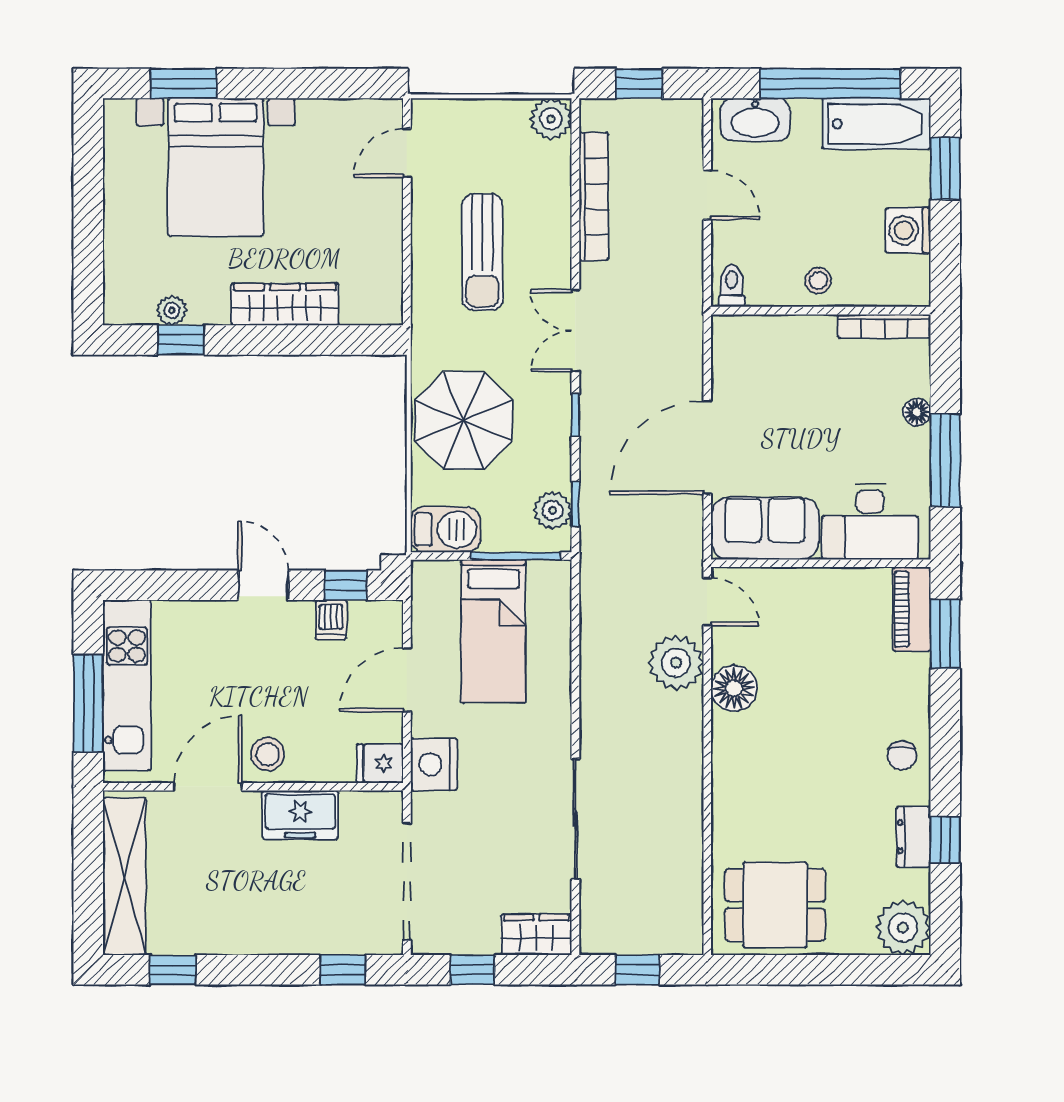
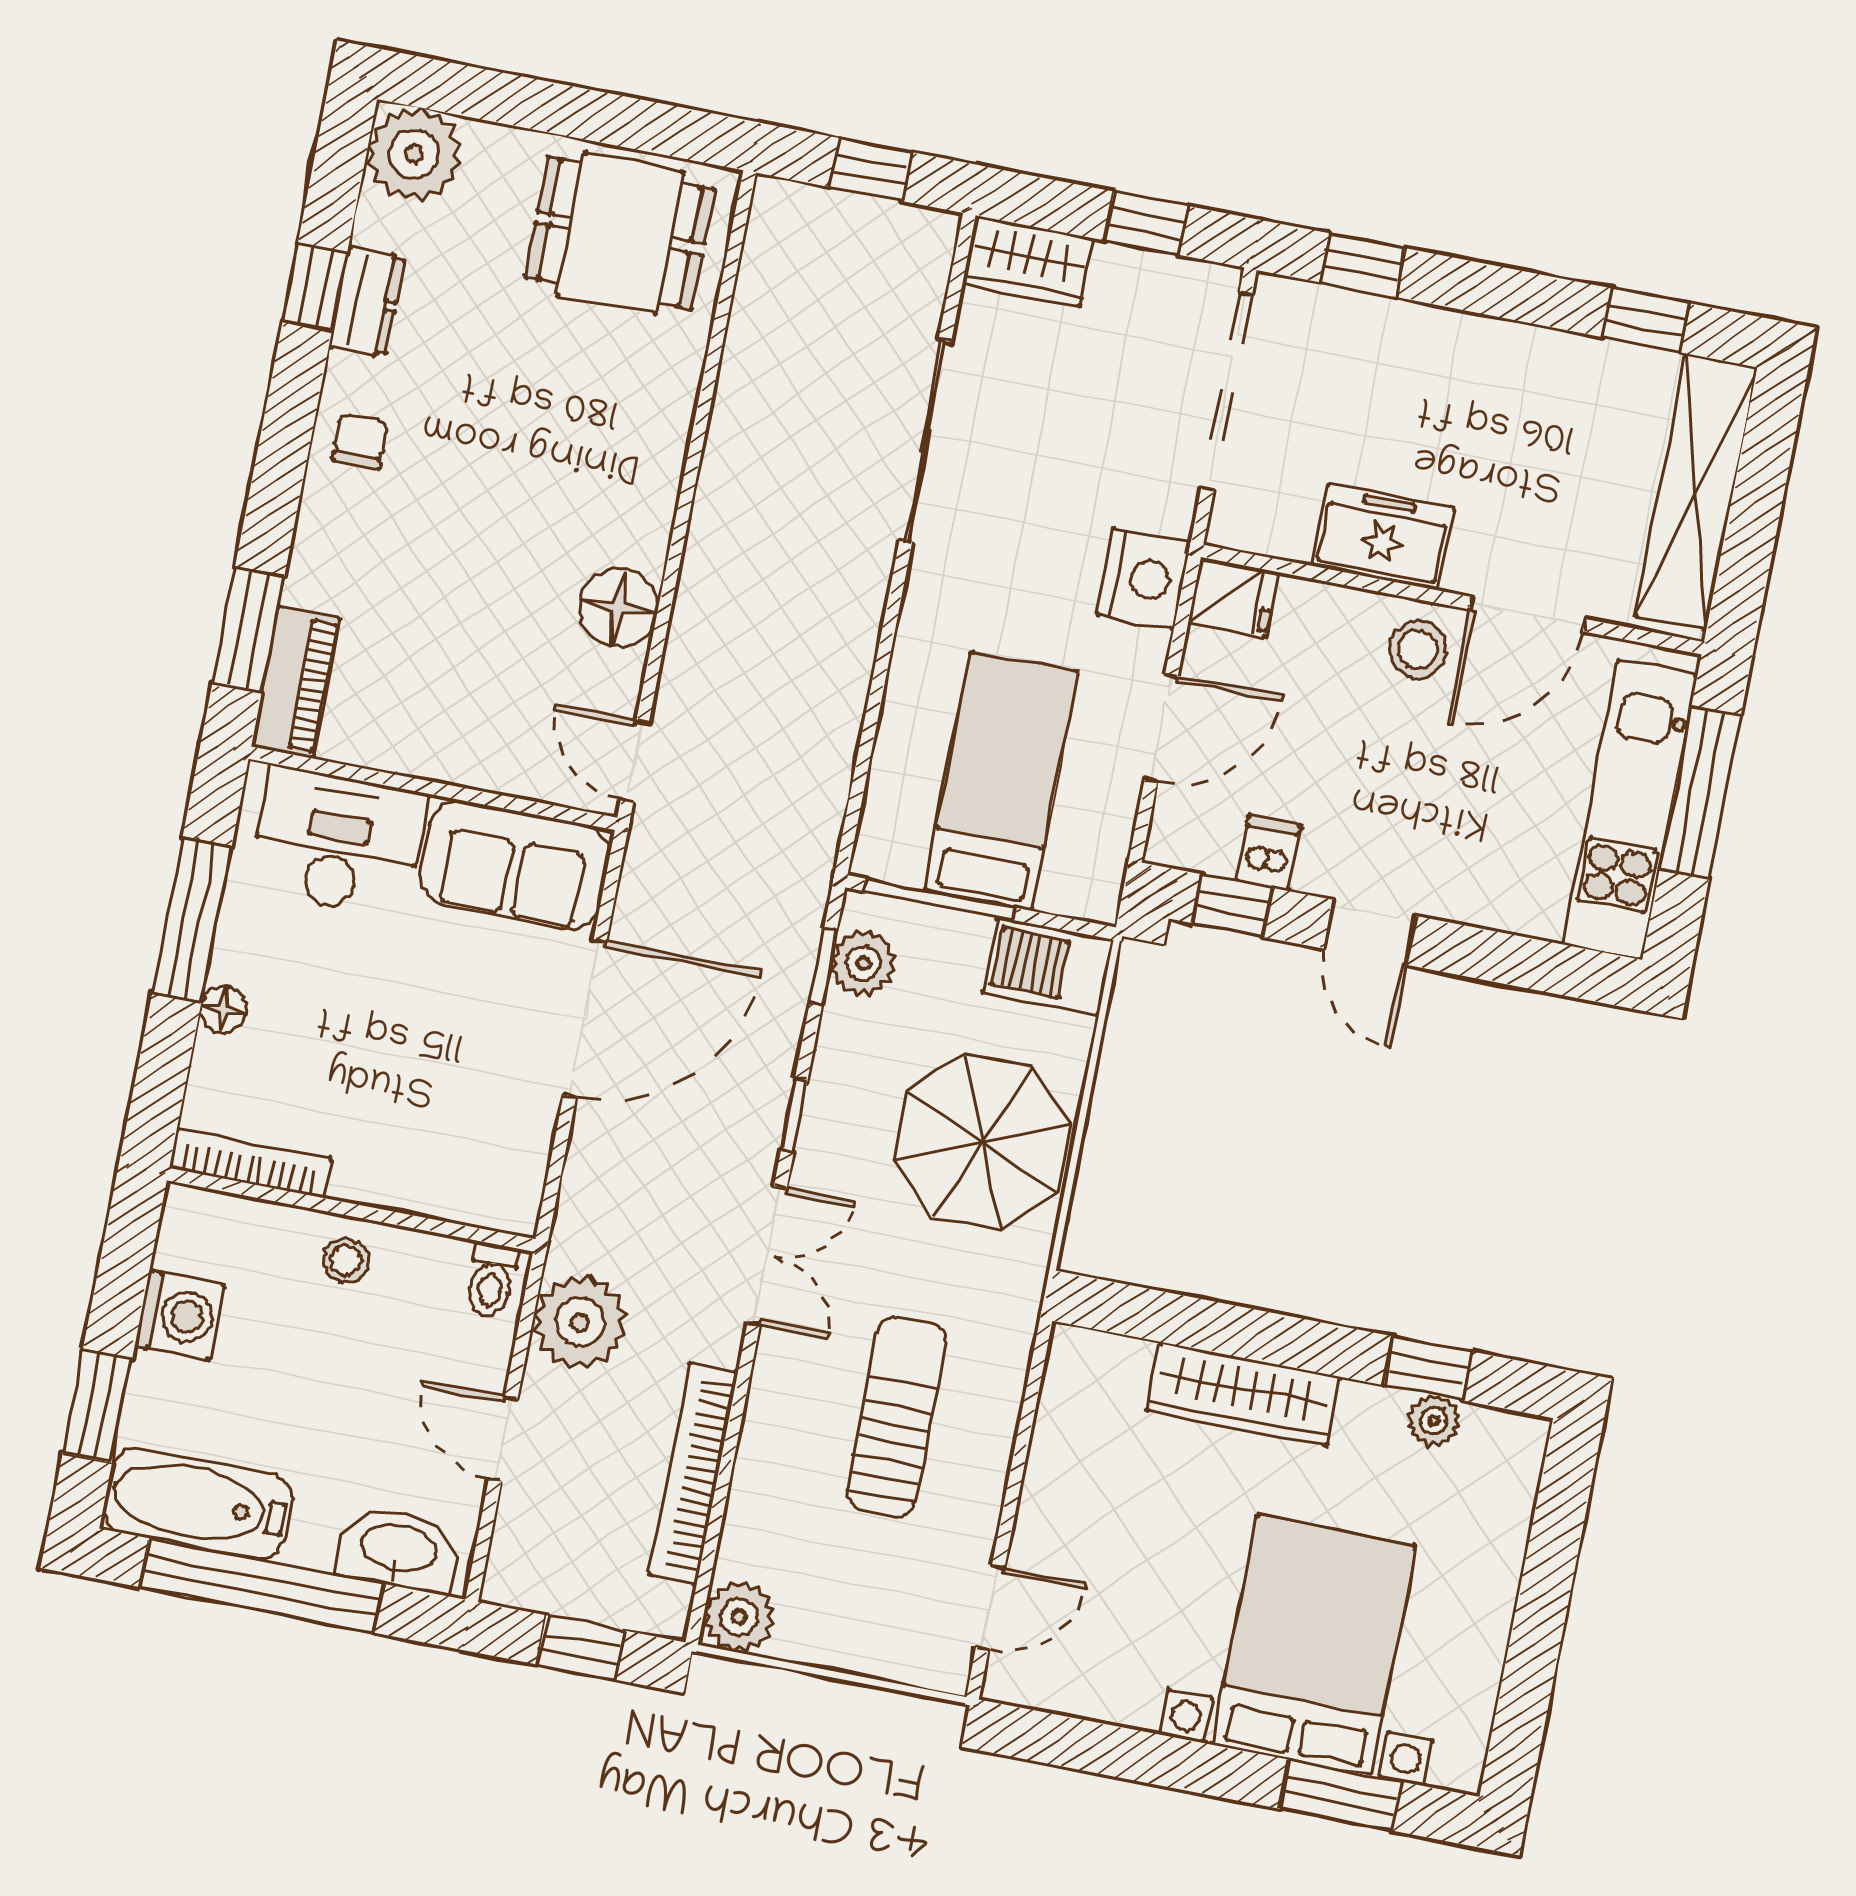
plant: (676, 663) -> (580, 1322), moved

